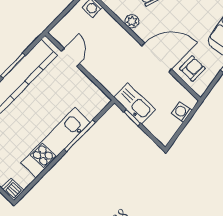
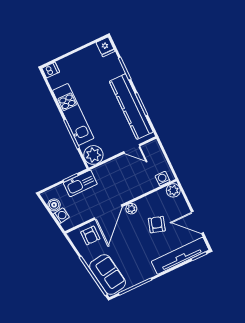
plant: (132, 21) -> (131, 209), moved
plant: (95, 101) -> (93, 155), added
boiler: (172, 125) -> (54, 205), added

